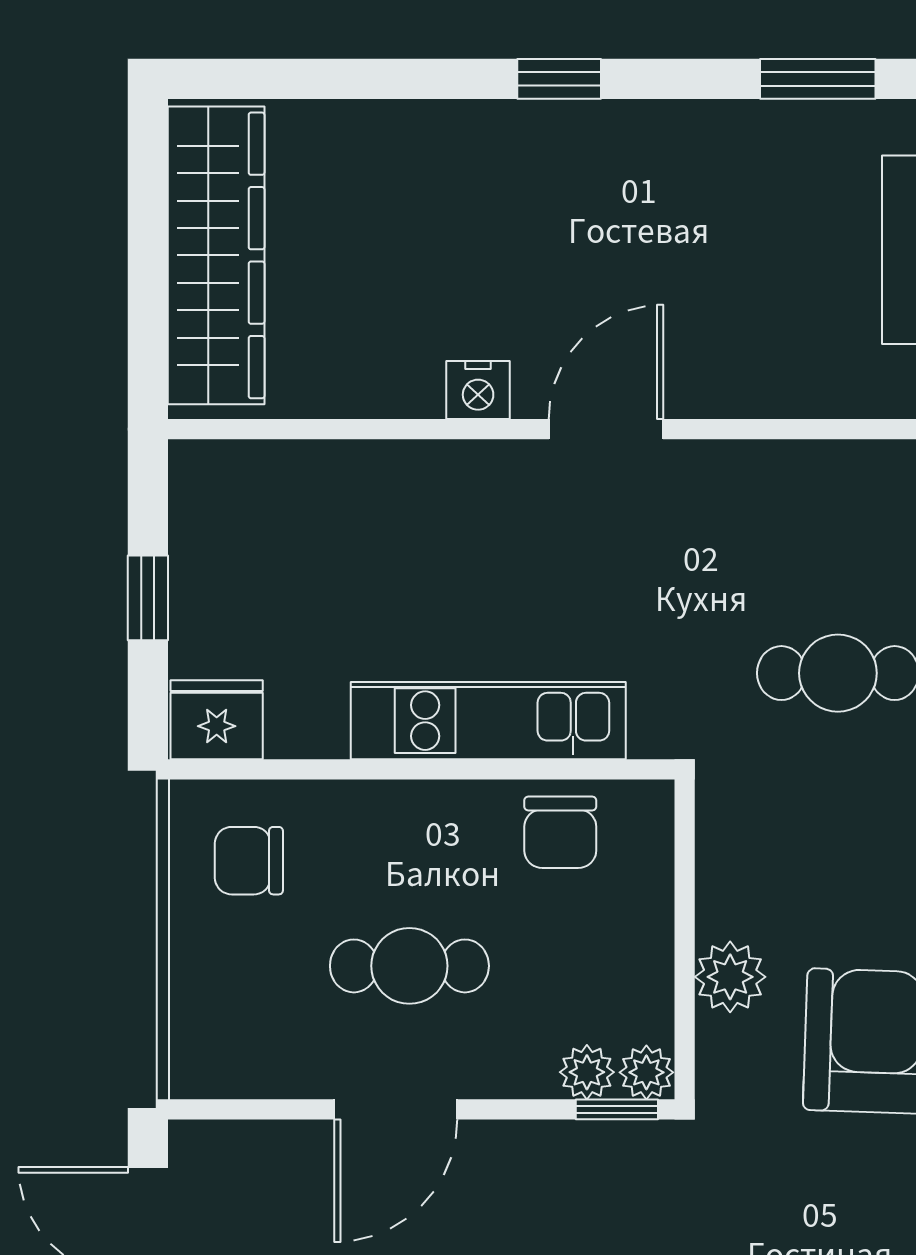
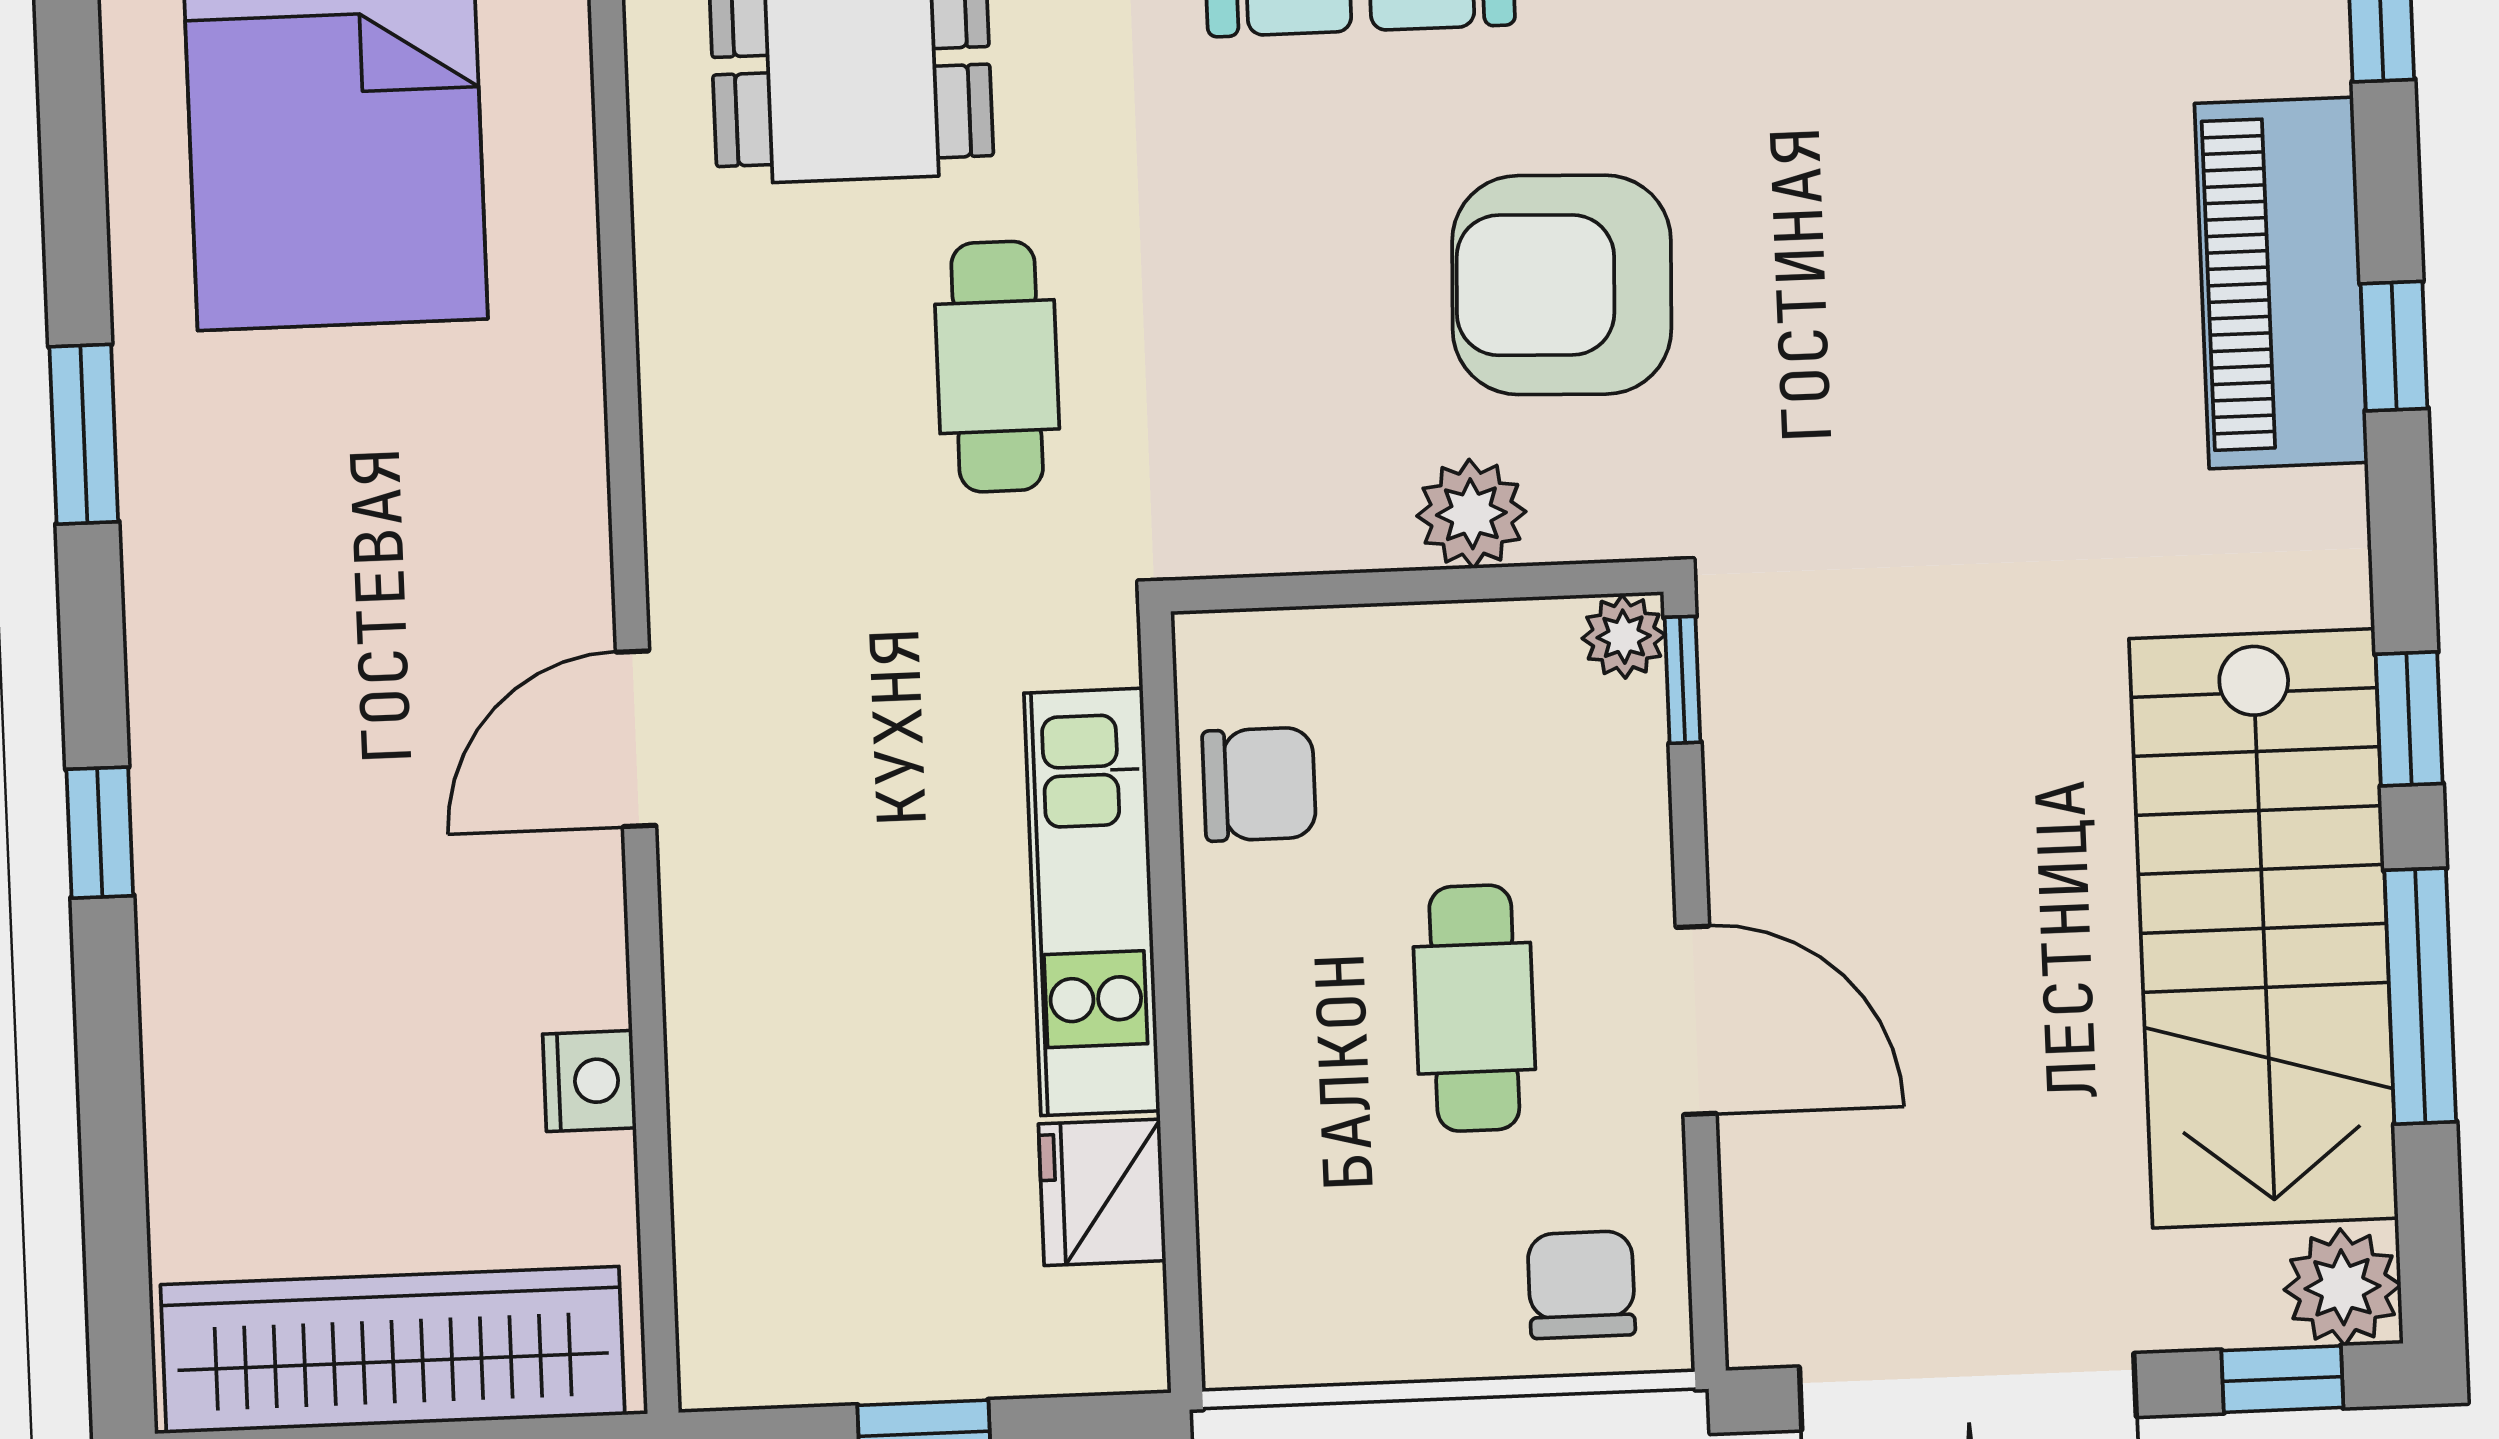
nightstand: (478, 390) -> (589, 1081), moved
door: (606, 429) -> (636, 739), hinge flipped
fridge: (217, 720) -> (1102, 1192), moved
chair: (249, 861) -> (1581, 1285), moved, turned 180
plant: (587, 1072) -> (1627, 728), removed

